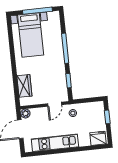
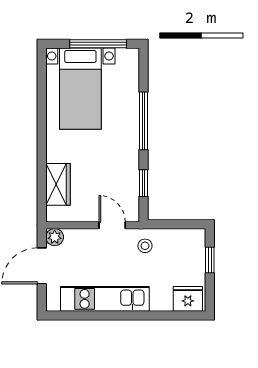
door: (55, 104) -> (112, 225), swing flipped

